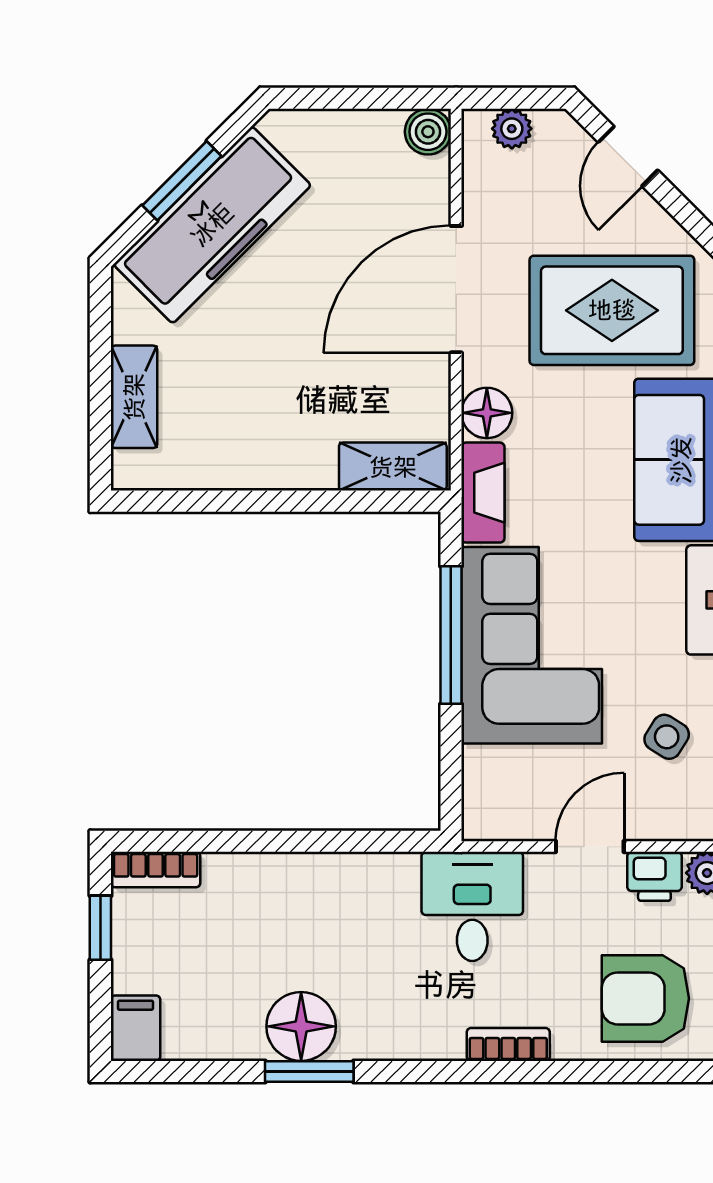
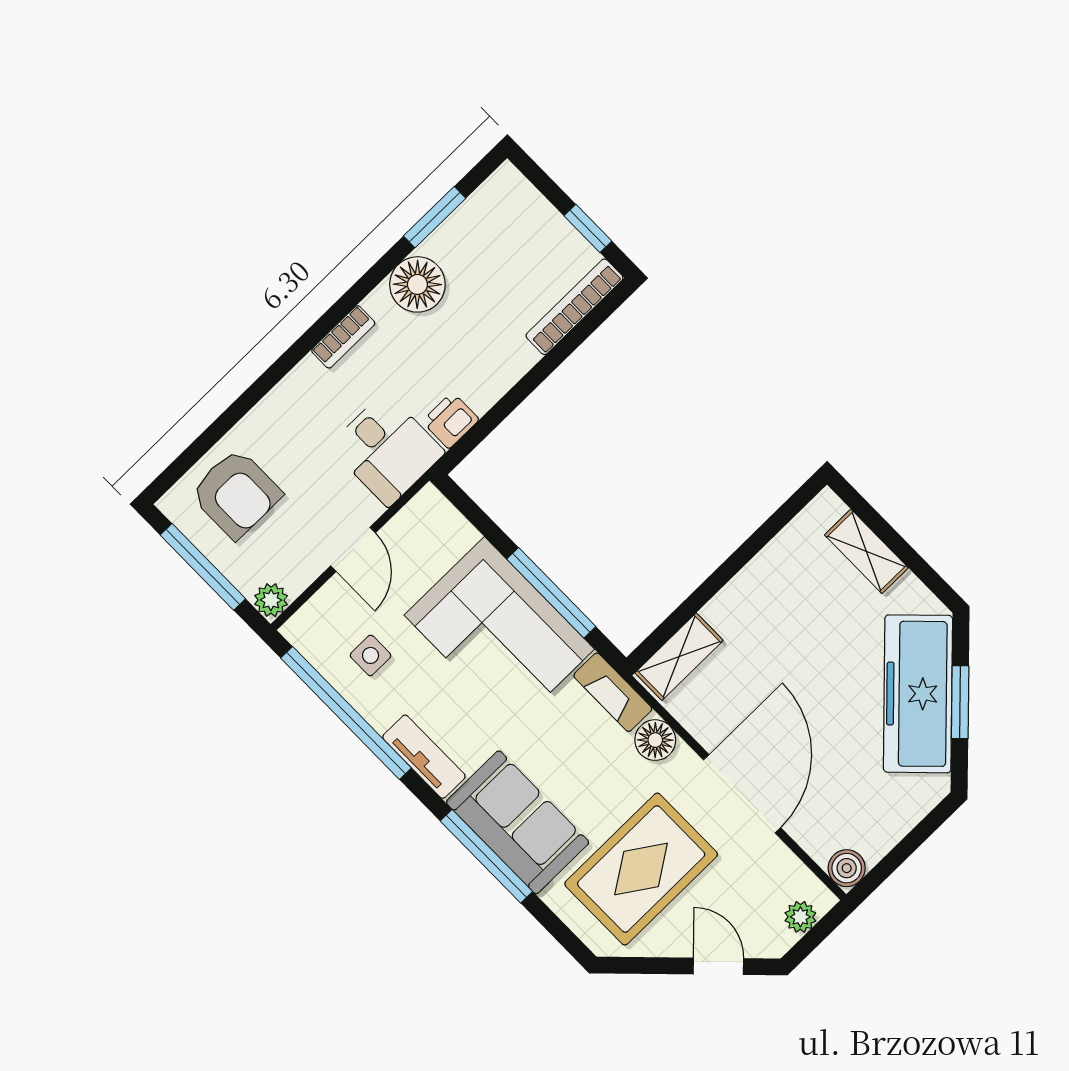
side table: (667, 737) -> (371, 655), turned -32
bookcase: (156, 870) -> (574, 307), width x1.56
printer: (654, 876) -> (451, 420), moved
armchair: (645, 998) -> (236, 494), turned 90
filing cabinet: (135, 1028) -> (511, 191), removed
bookcase: (508, 1044) -> (343, 337), moved
window: (309, 1071) -> (435, 217), moved

